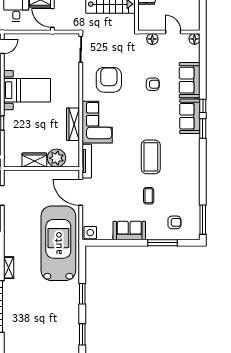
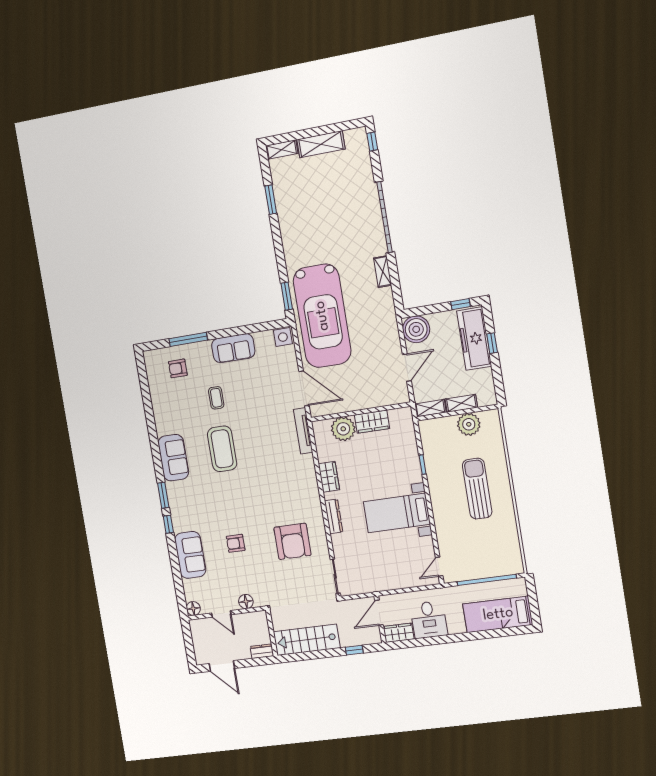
door: (52, 18) -> (379, 613), swing flipped
dresser: (74, 94) -> (334, 516), added
sofa: (190, 116) -> (173, 458), moved
corner sofa: (97, 122) -> (298, 484), removed
wardrobe: (73, 124) -> (329, 477), width x0.67
window: (203, 220) -> (143, 378), removed
window: (82, 294) -> (287, 296), moved

